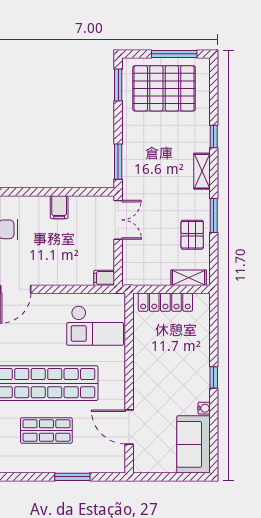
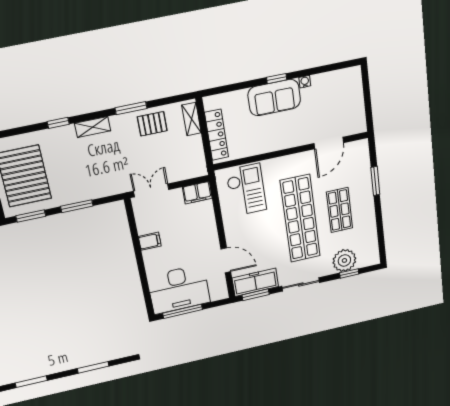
window: (118, 162) -> (77, 206), moved
filing cabinet: (104, 278) -> (197, 193), width x2.00
sofa: (193, 444) -> (274, 98), moved

